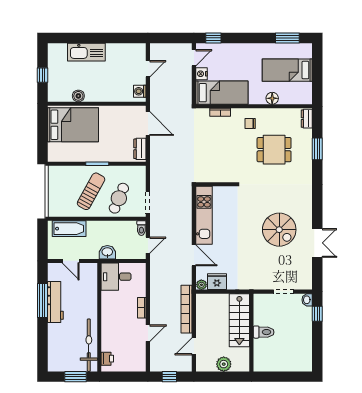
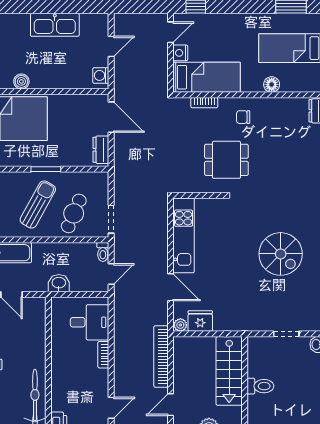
kitchen sink: (86, 52) -> (55, 25), moved
dining table: (274, 150) -> (226, 160), moved
desk: (116, 277) -> (90, 322), moved, turned 180
door: (148, 333) -> (111, 408), moved

